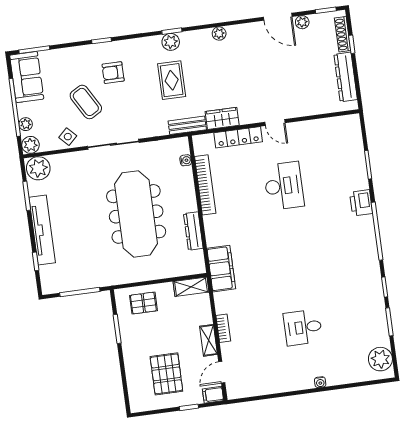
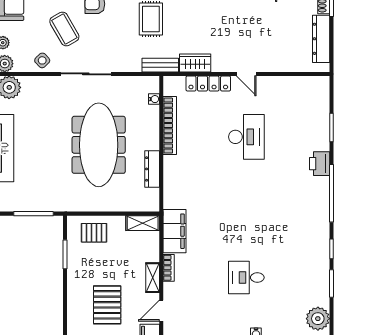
filing cabinet: (221, 269) -> (175, 231), moved

